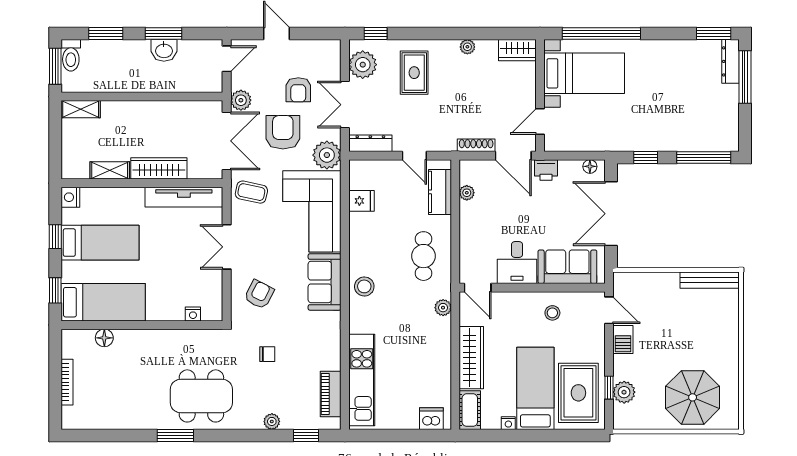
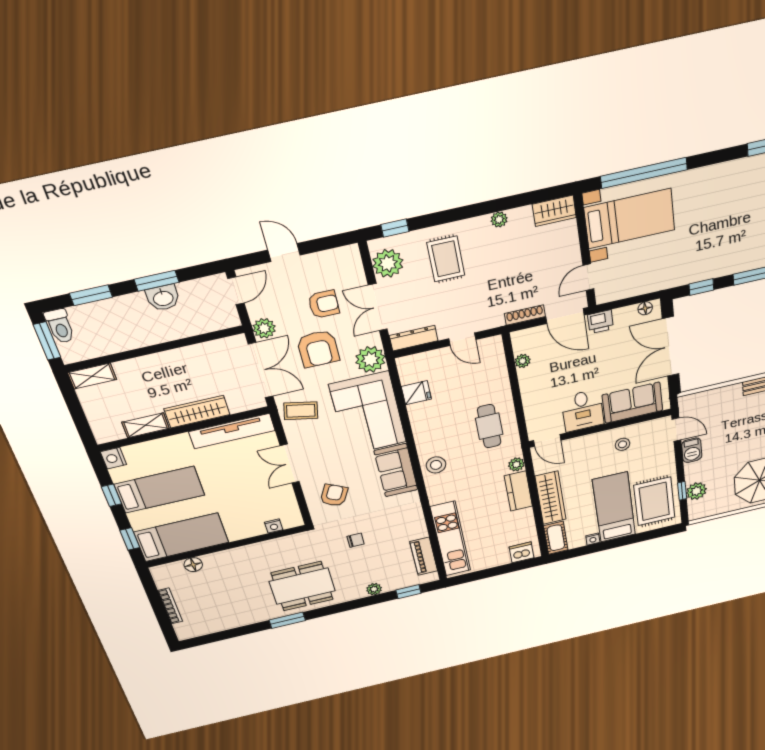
armchair: (298, 90) -> (324, 304), turned -90
armchair: (283, 132) -> (318, 349), turned 180
kitchen counter: (440, 192) -> (518, 491), moved

